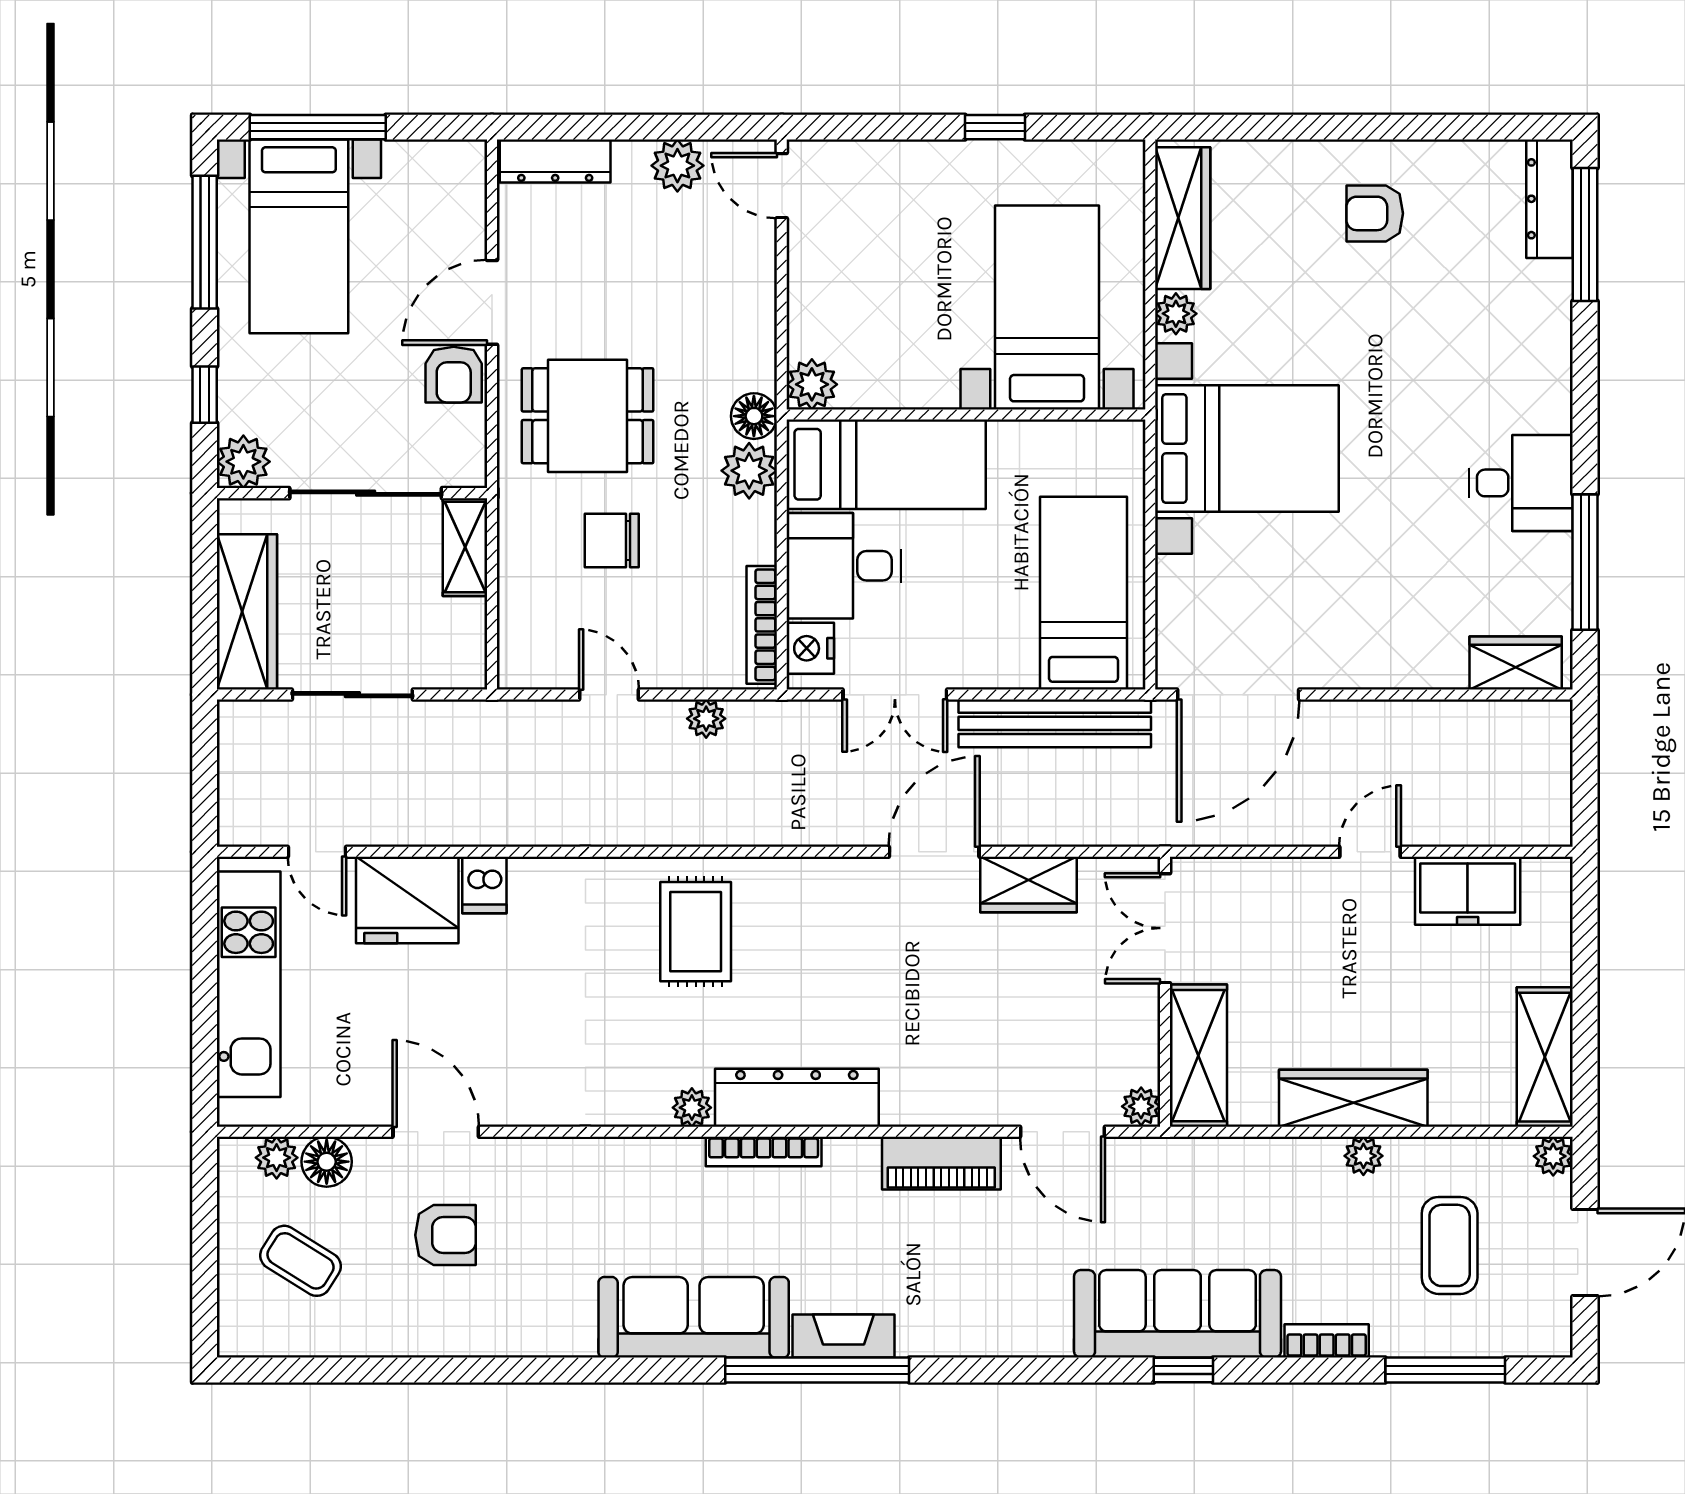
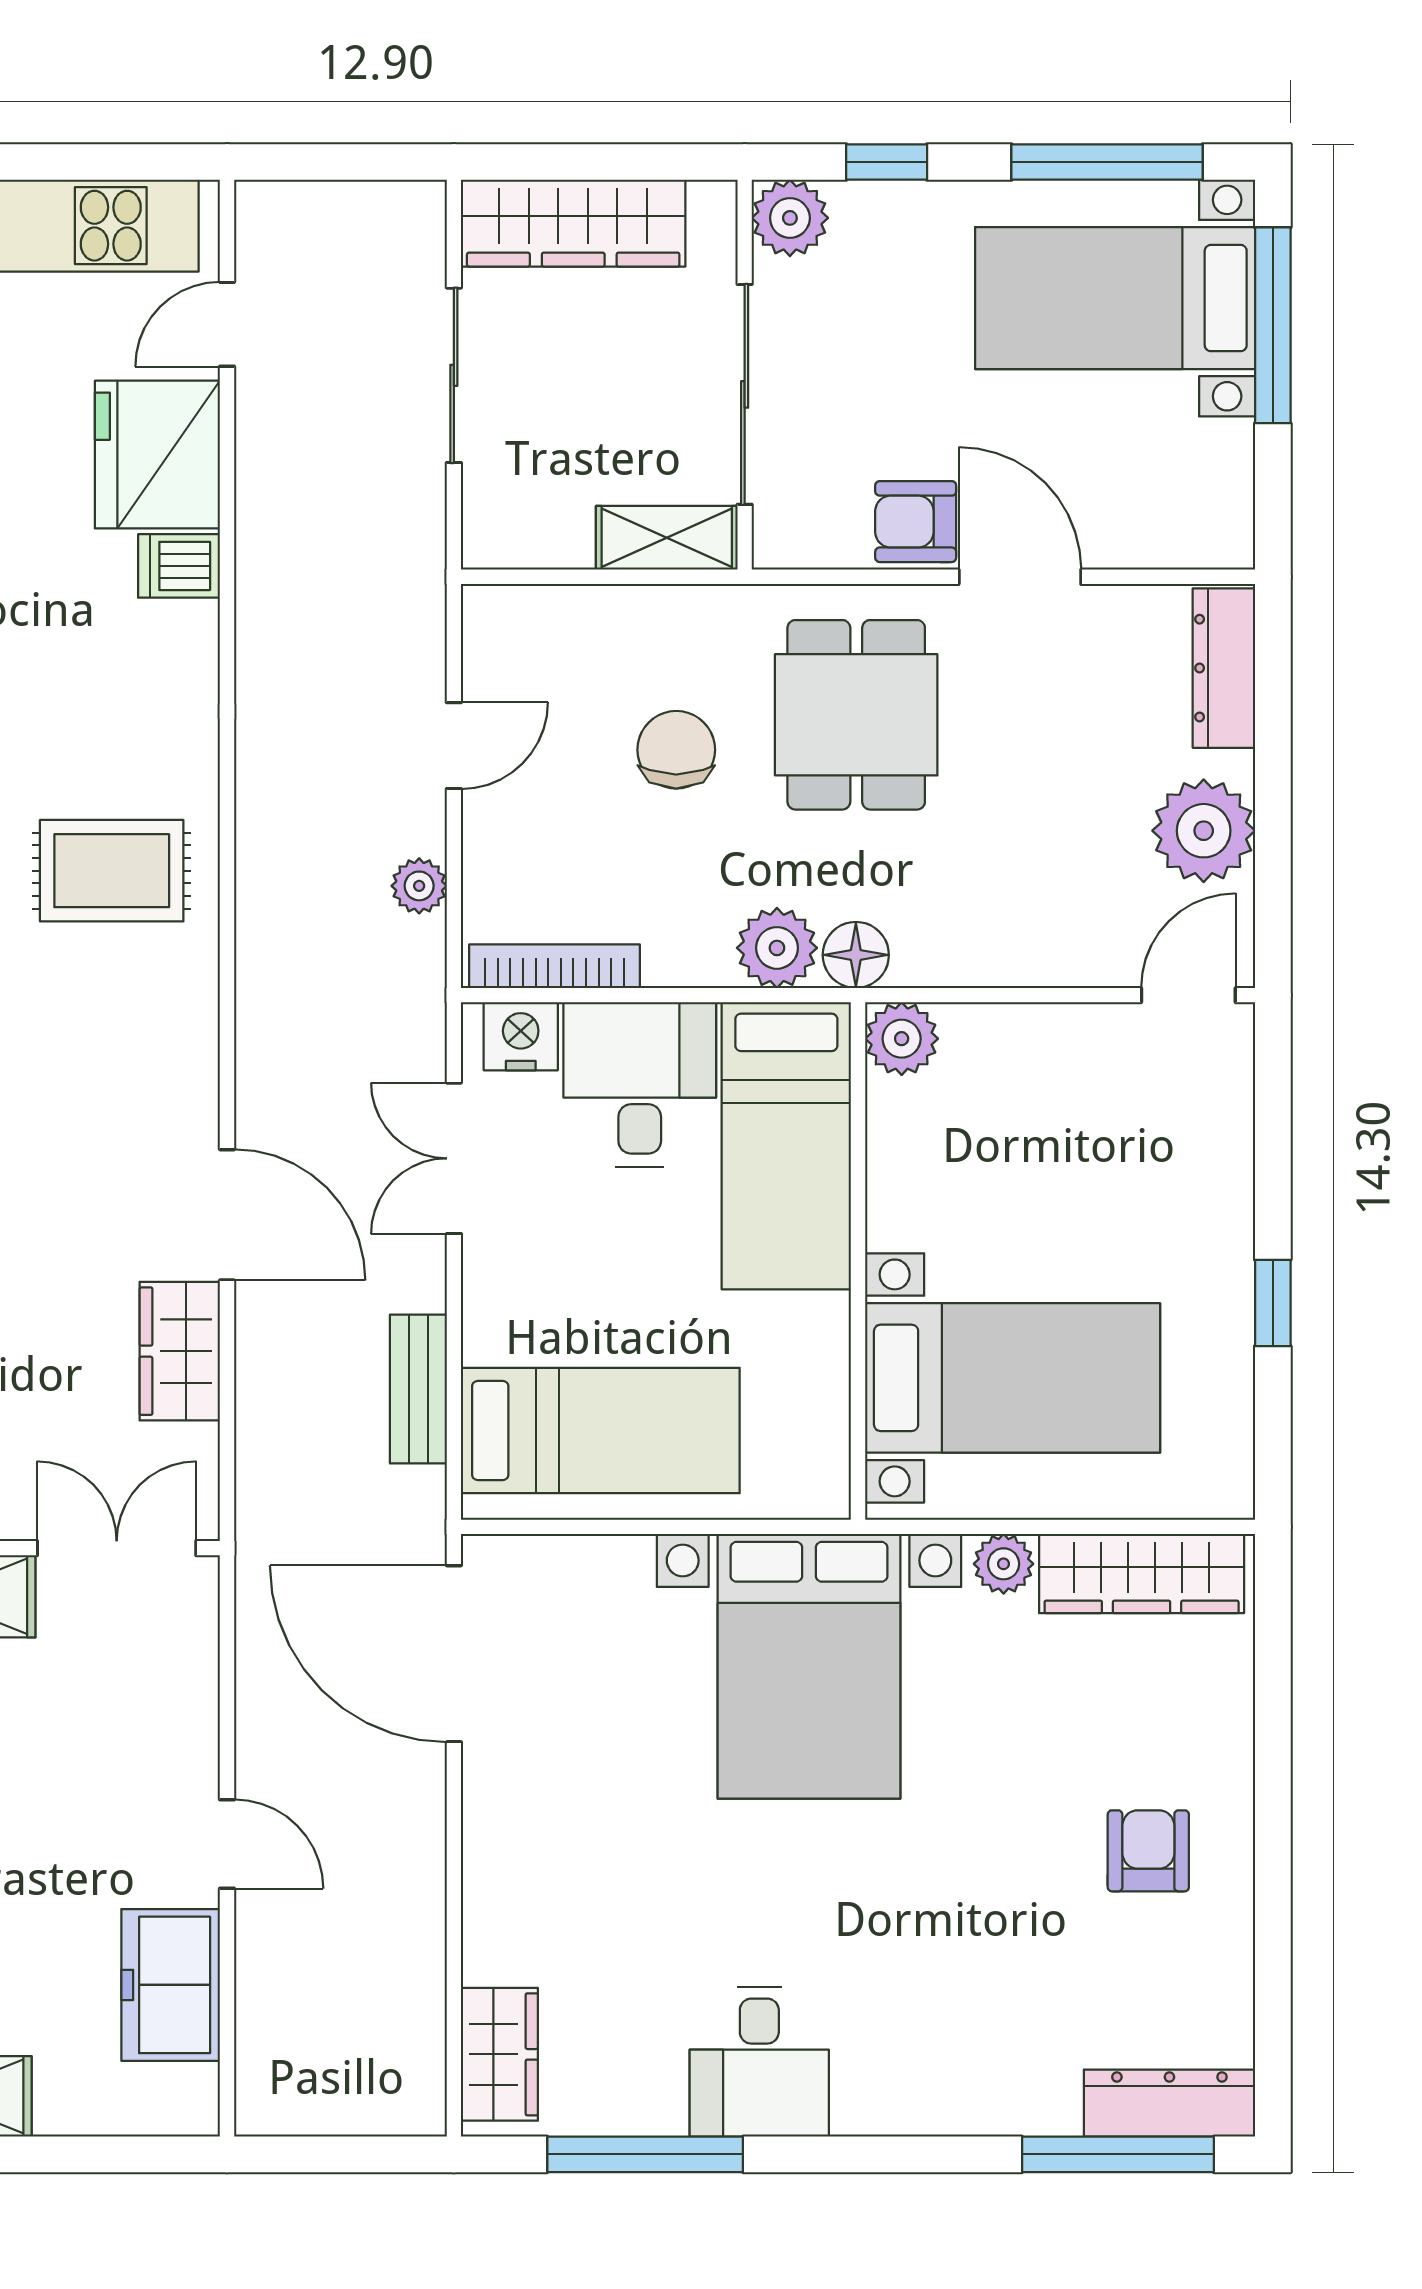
plant: (677, 166) -> (1204, 831), width x1.36, depth x1.36
bench: (1055, 723) -> (418, 1389), width x0.54, depth x0.82

